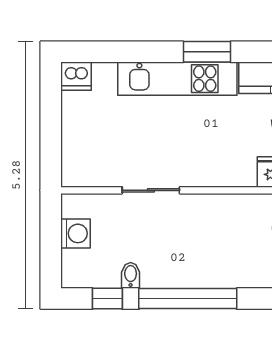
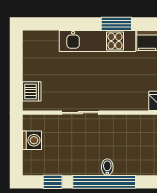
dishwasher: (76, 76) -> (32, 91), moved, turned -90
bidet: (131, 275) -> (107, 167), moved

